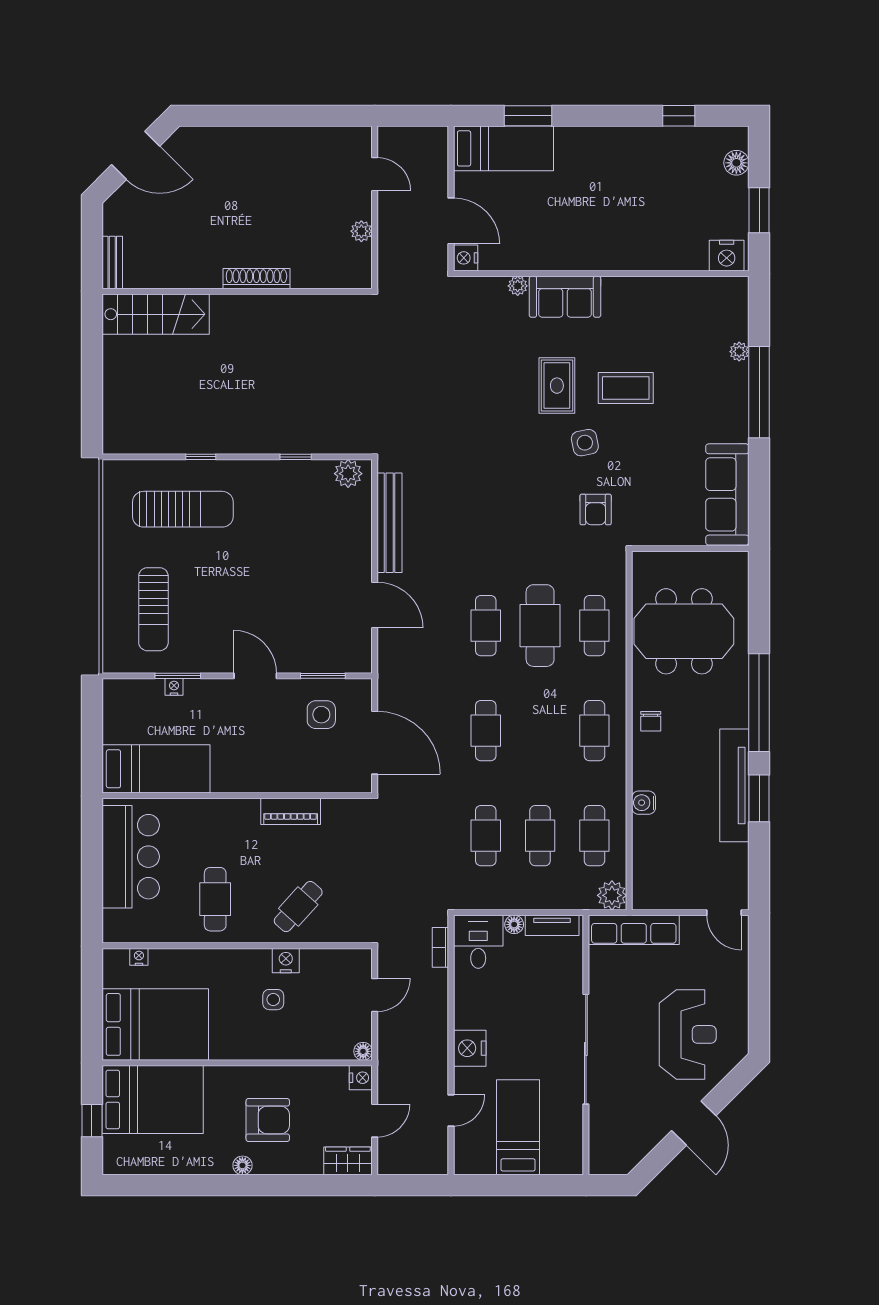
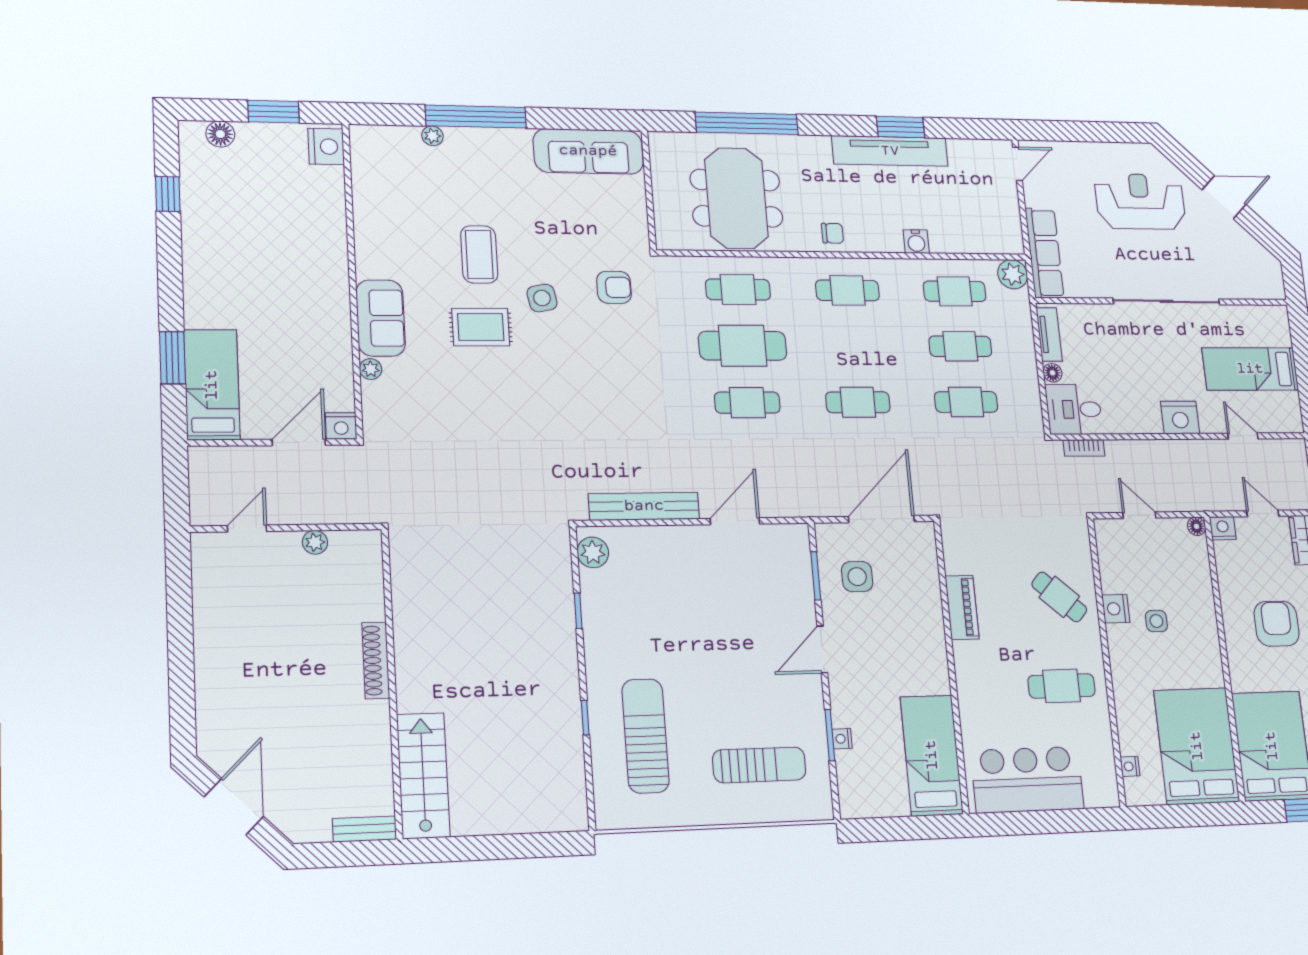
window: (759, 703) -> (747, 123), moved

